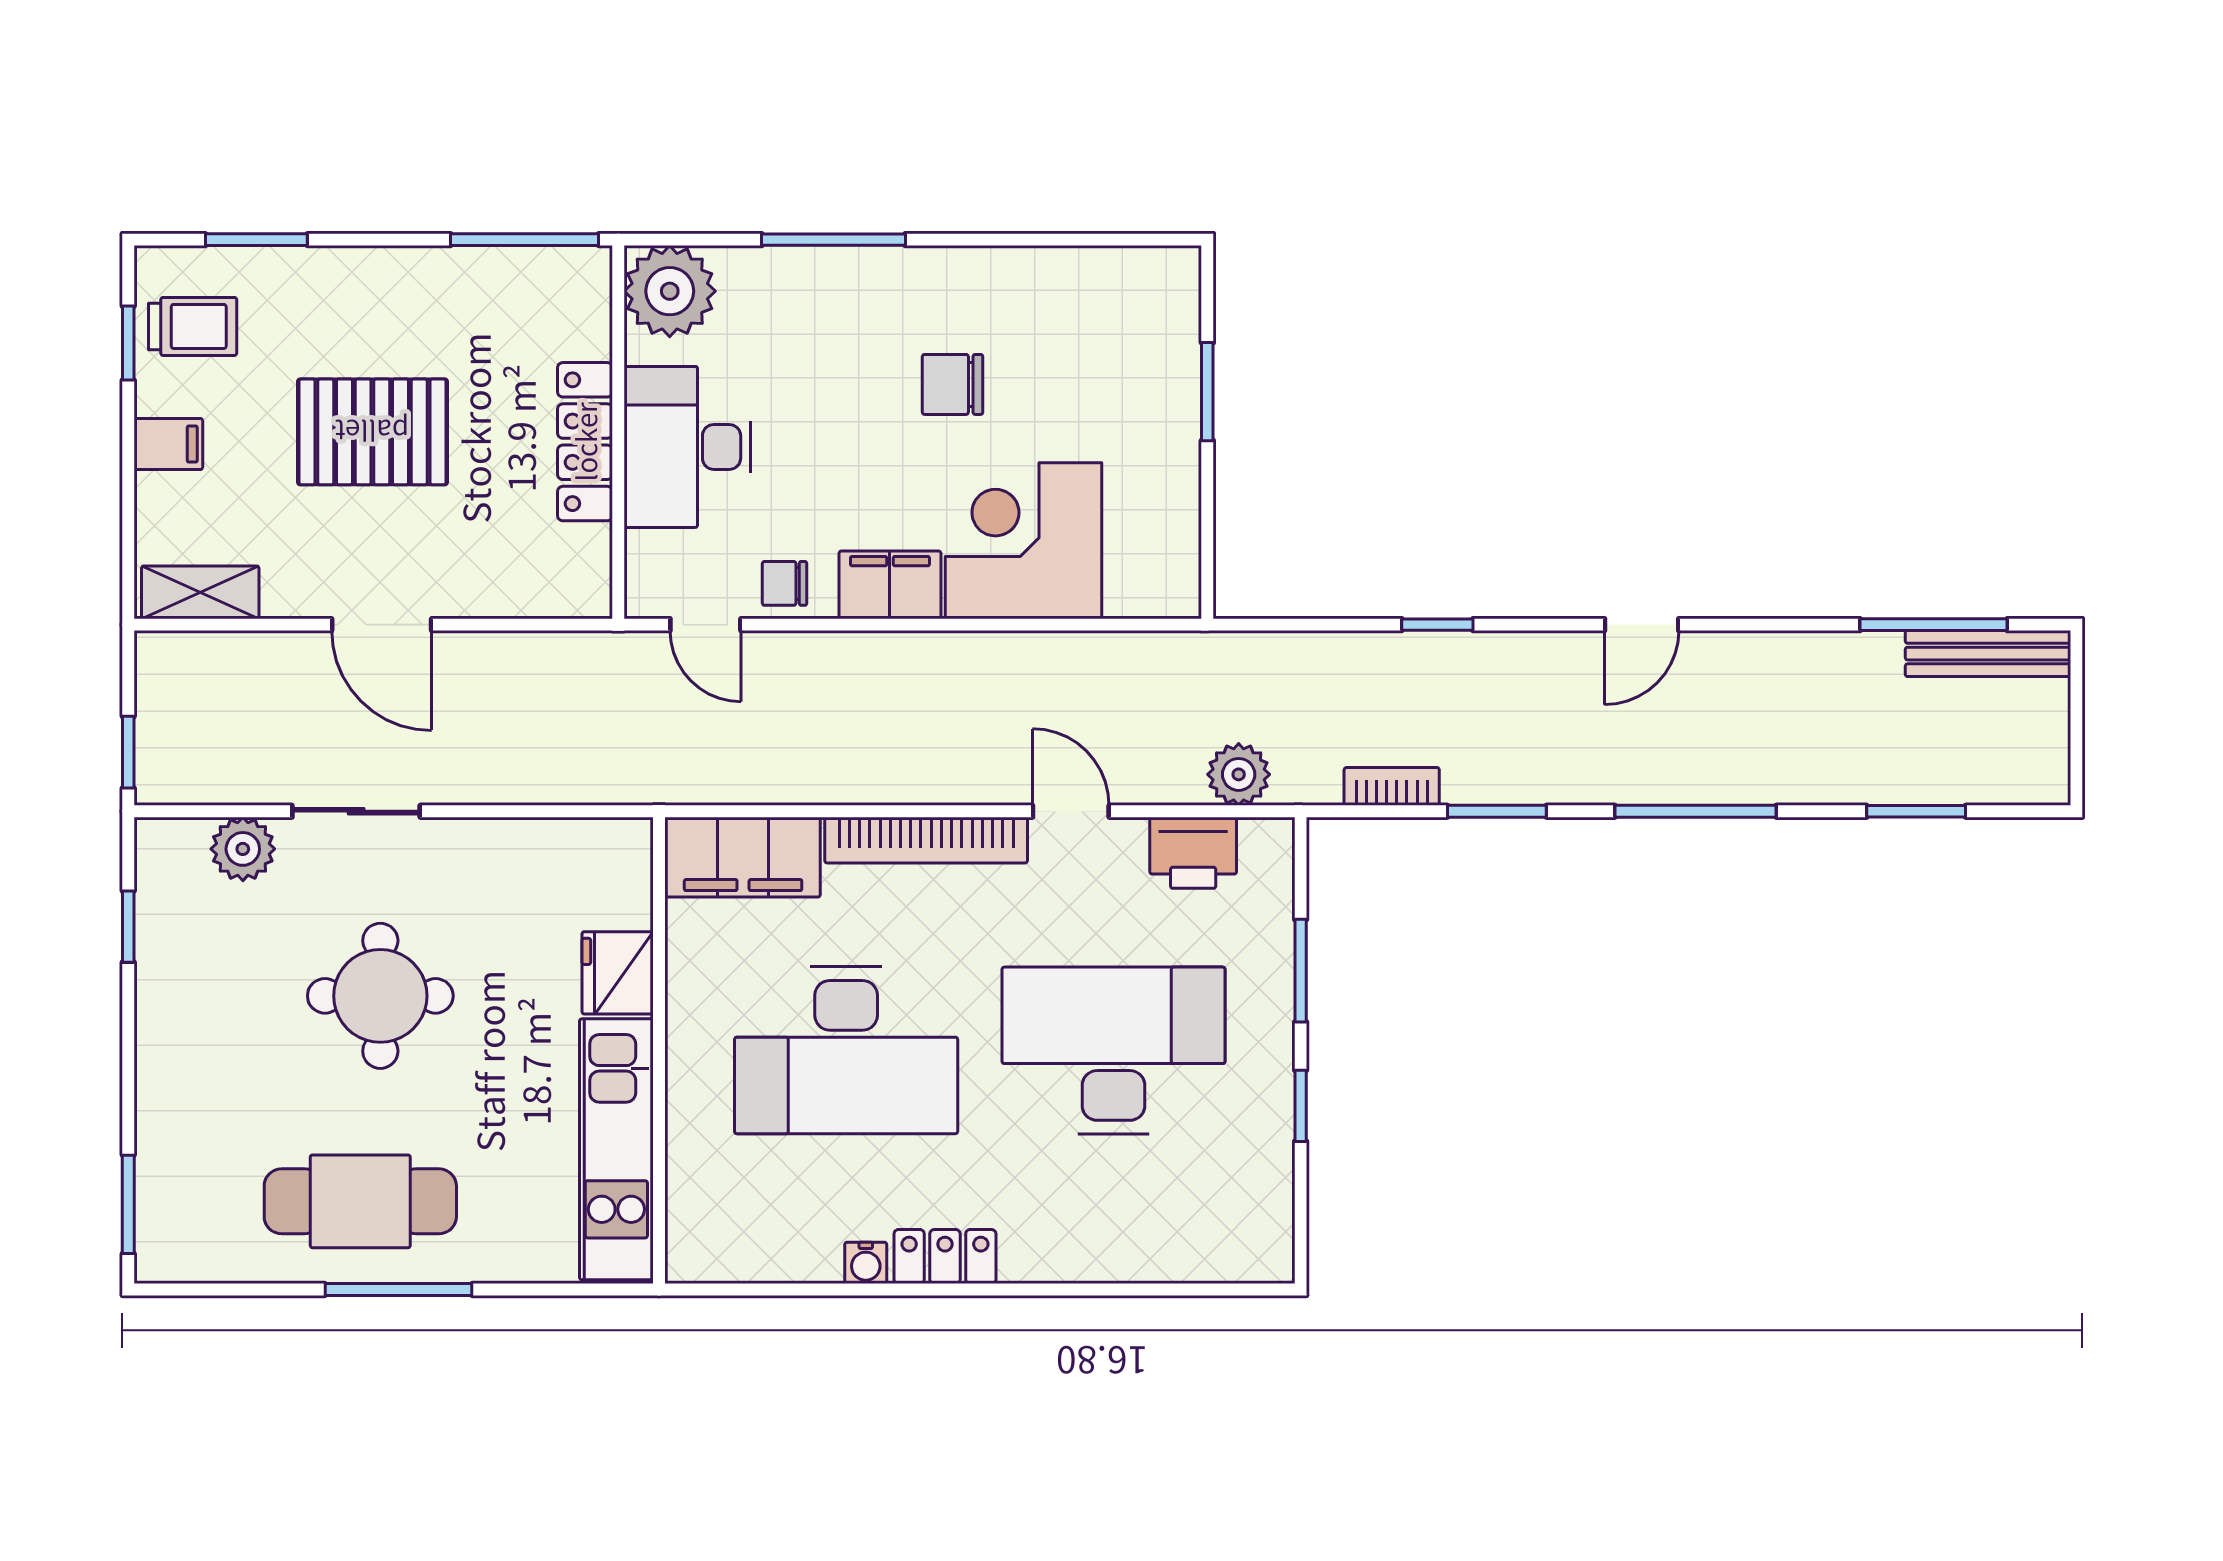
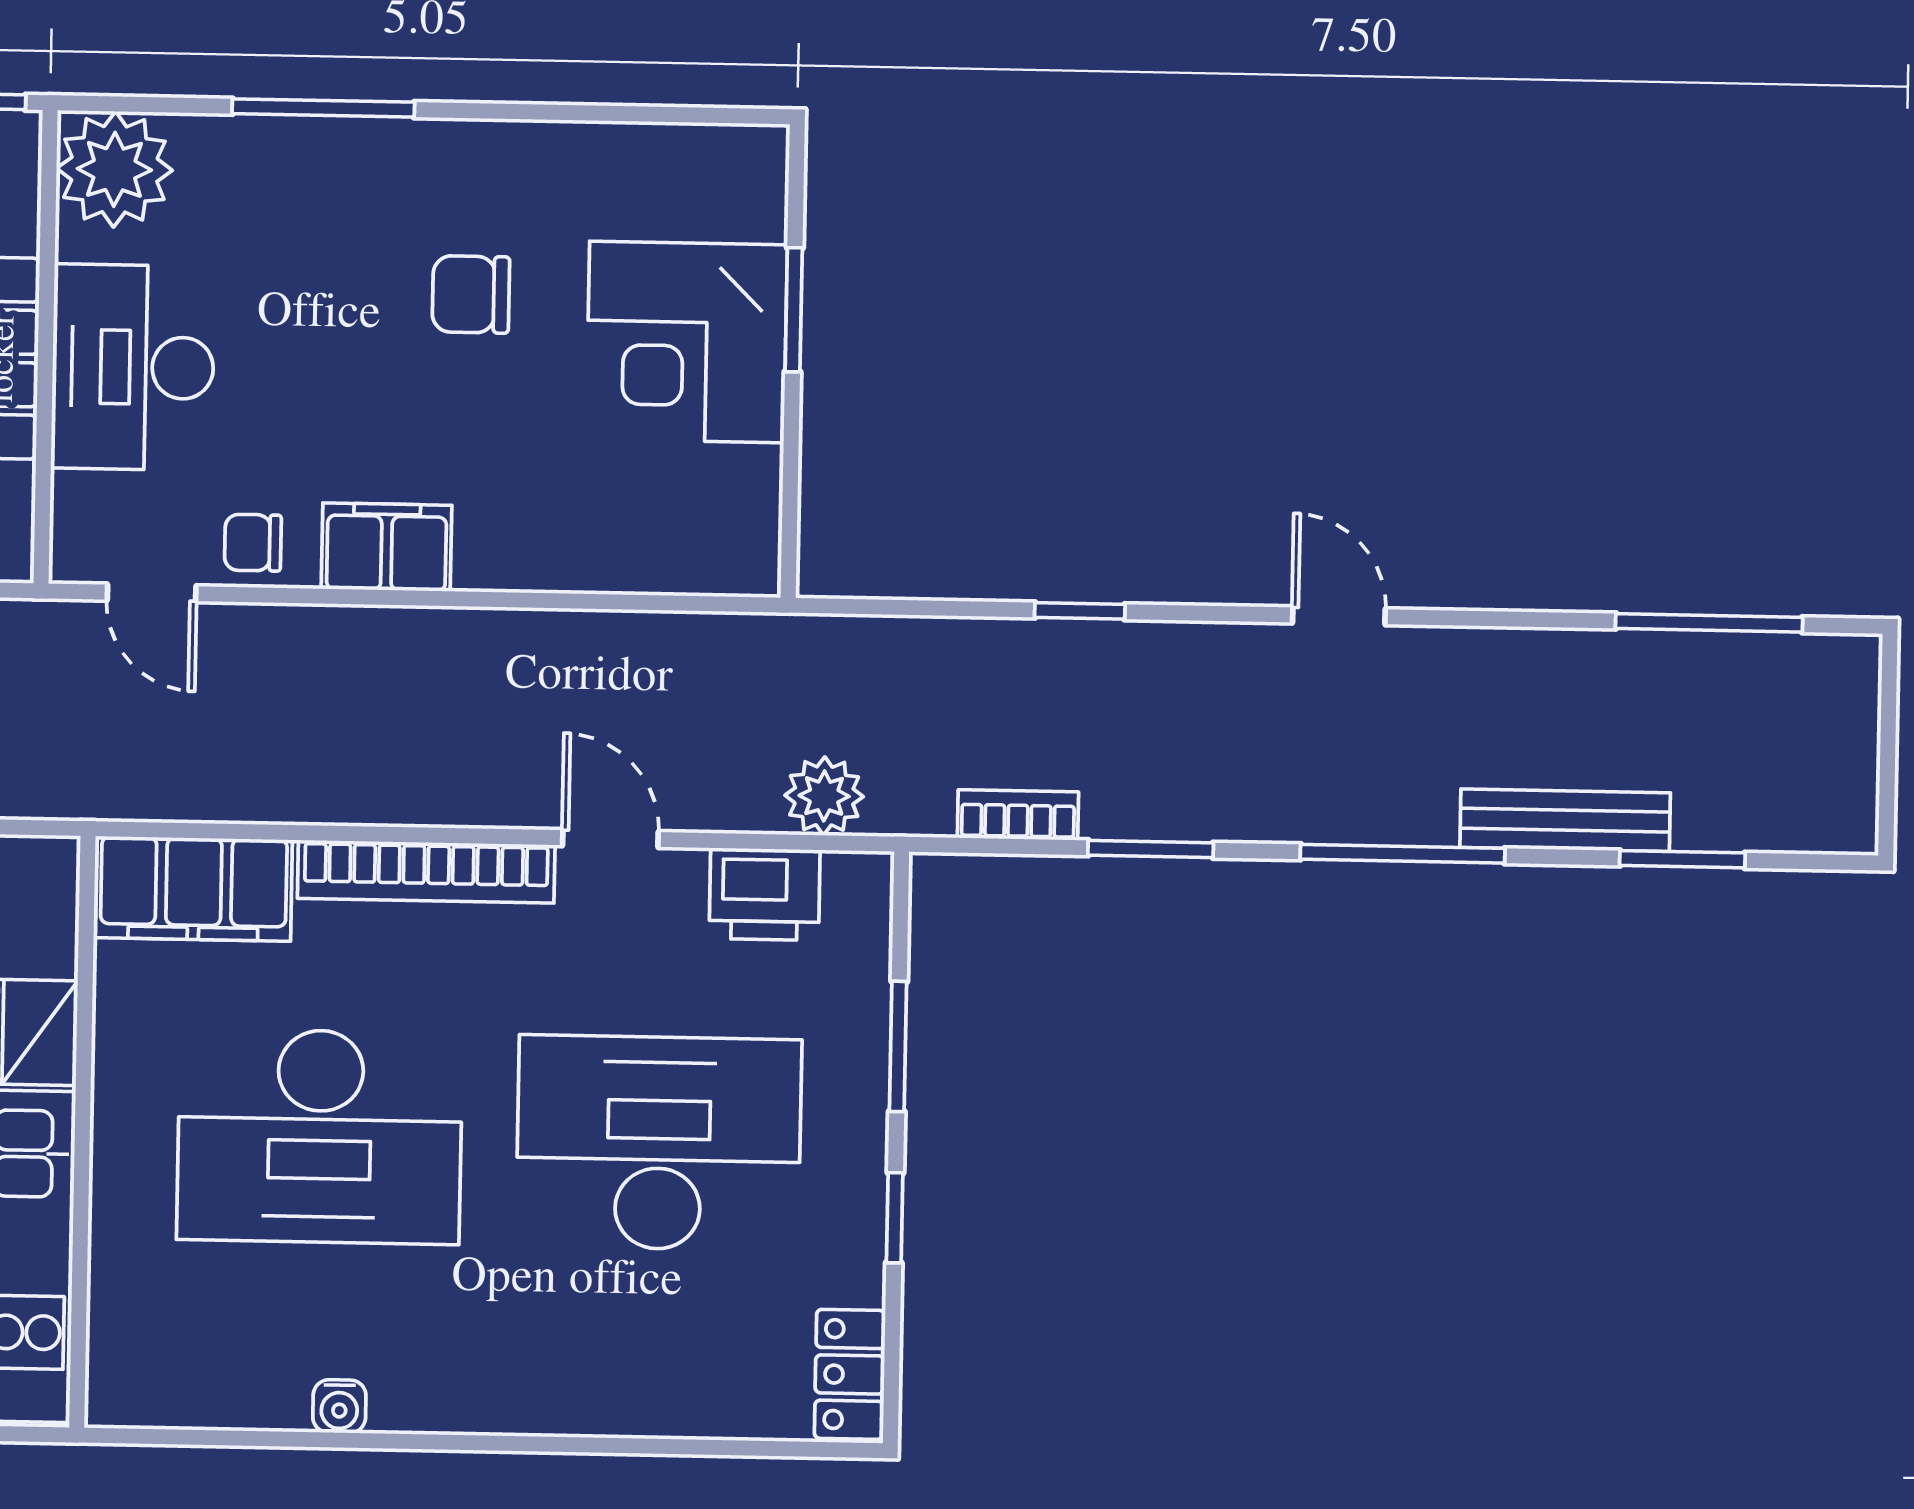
corner desk: (1024, 541) -> (687, 342), moved, turned -90
door: (1642, 625) -> (1339, 616), swing flipped
bench: (1988, 654) -> (1565, 820), moved
locker: (945, 1257) -> (850, 1374), moved, turned -90

